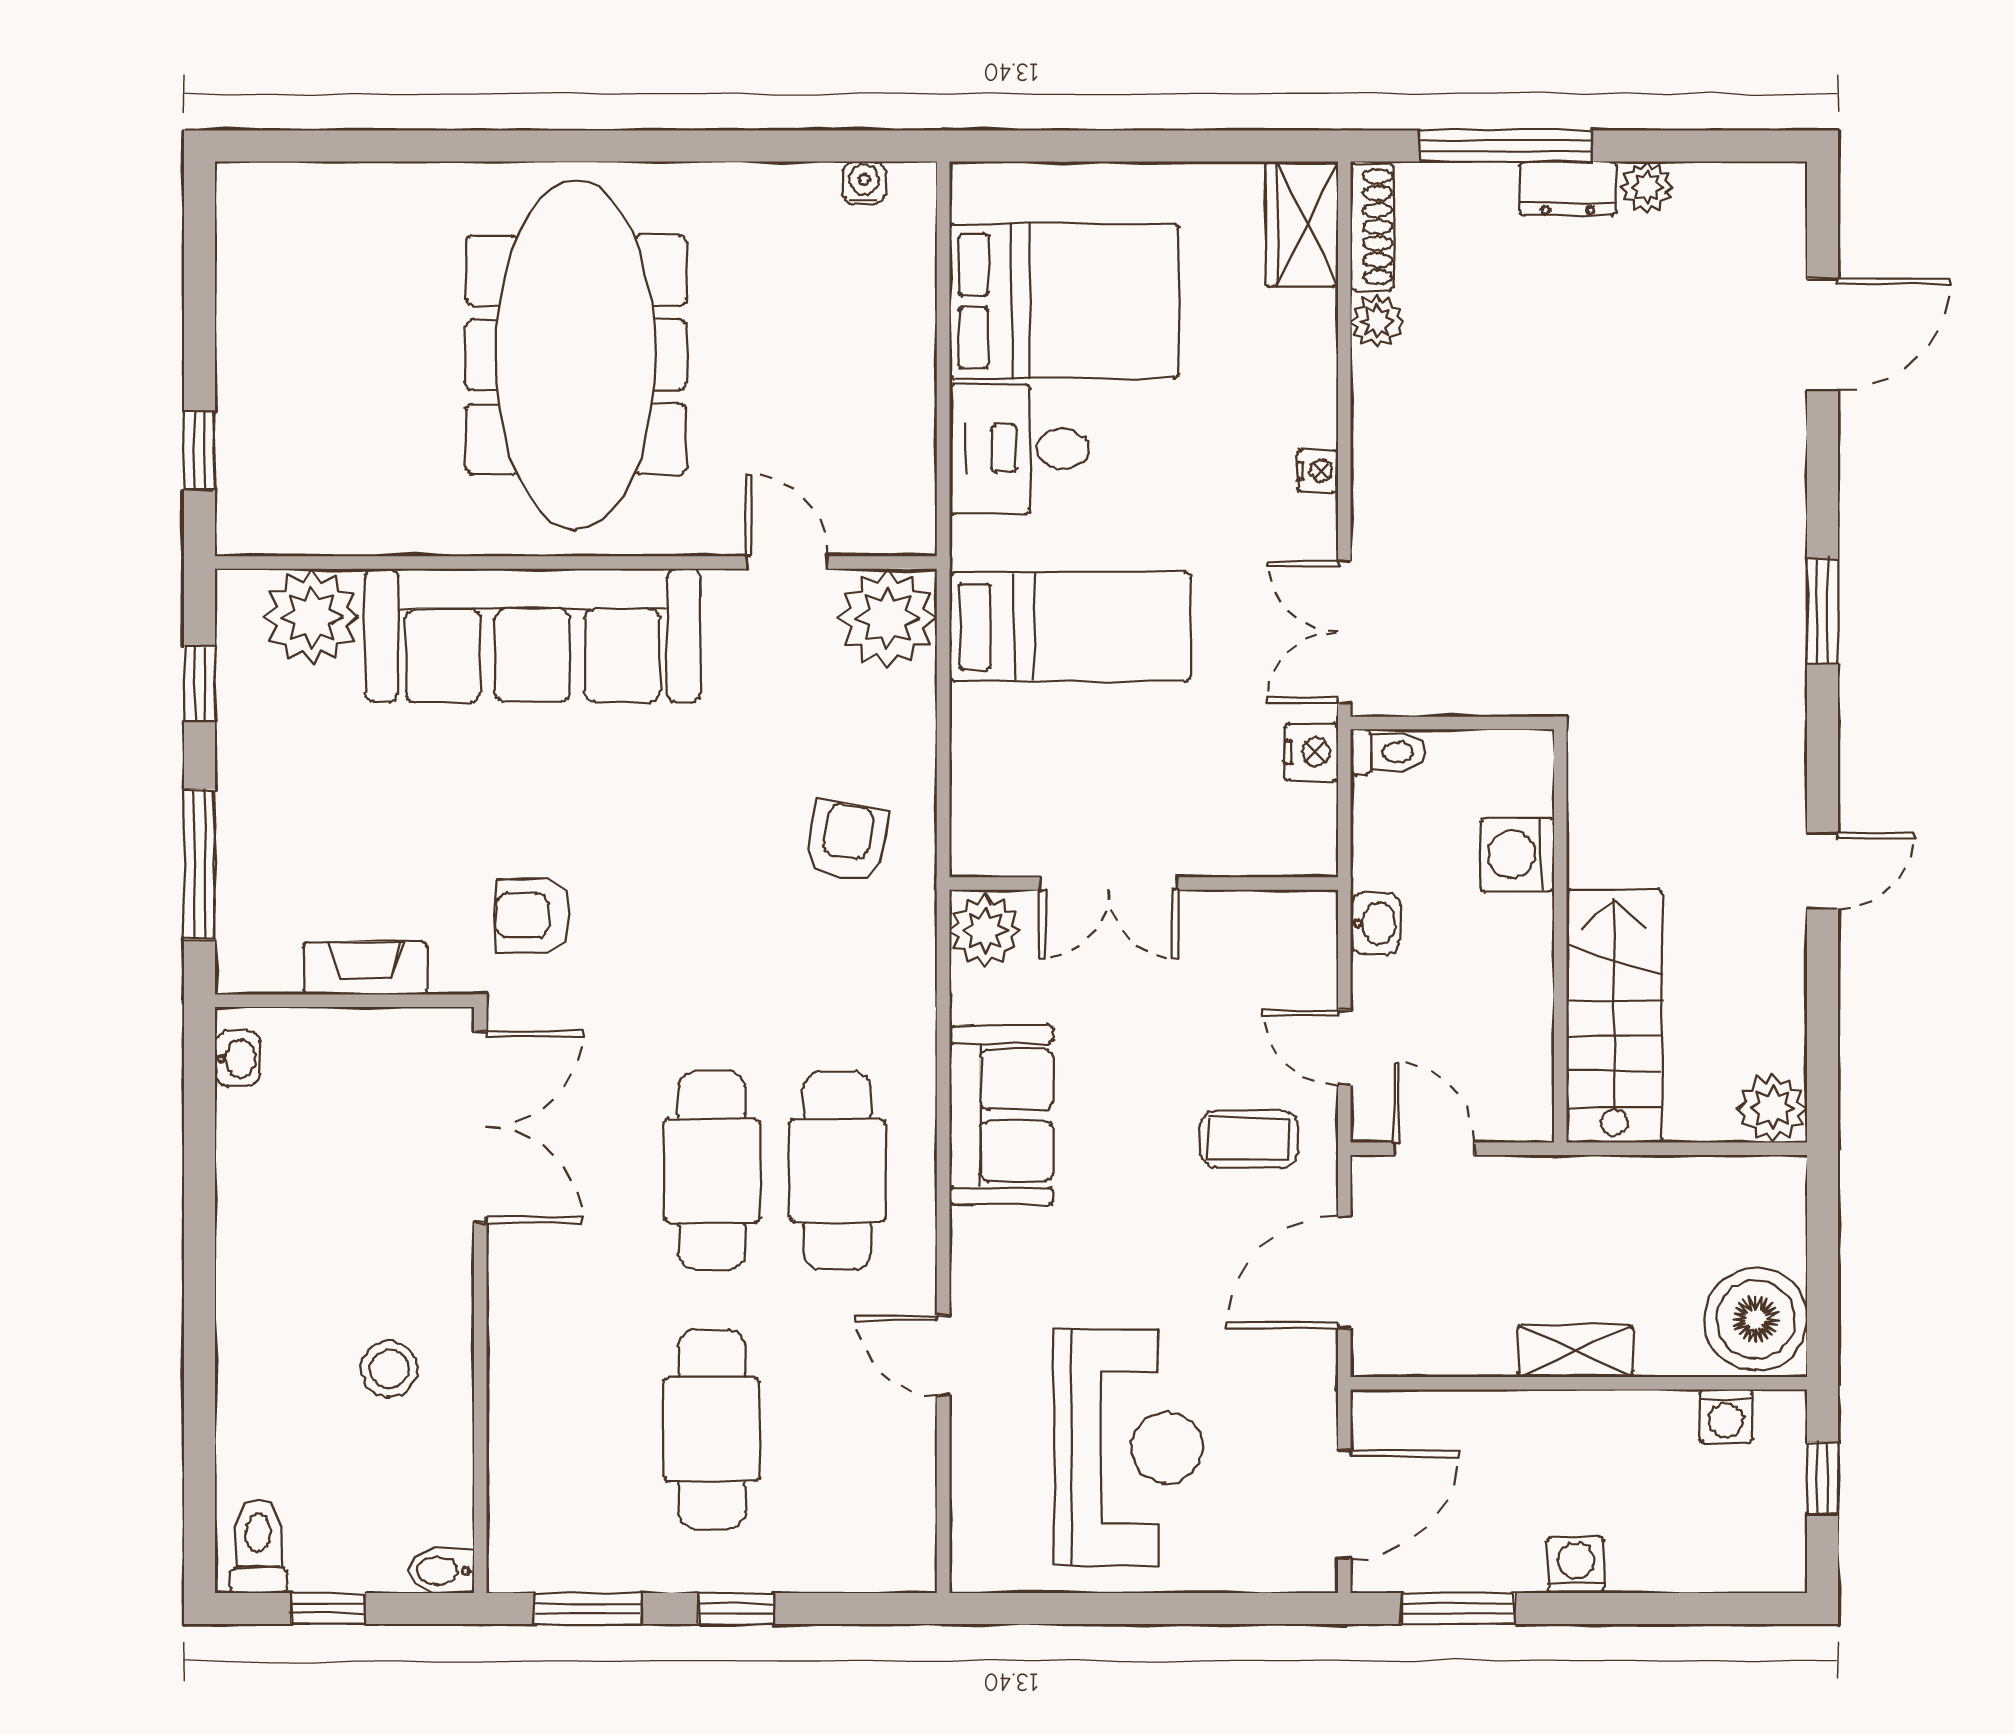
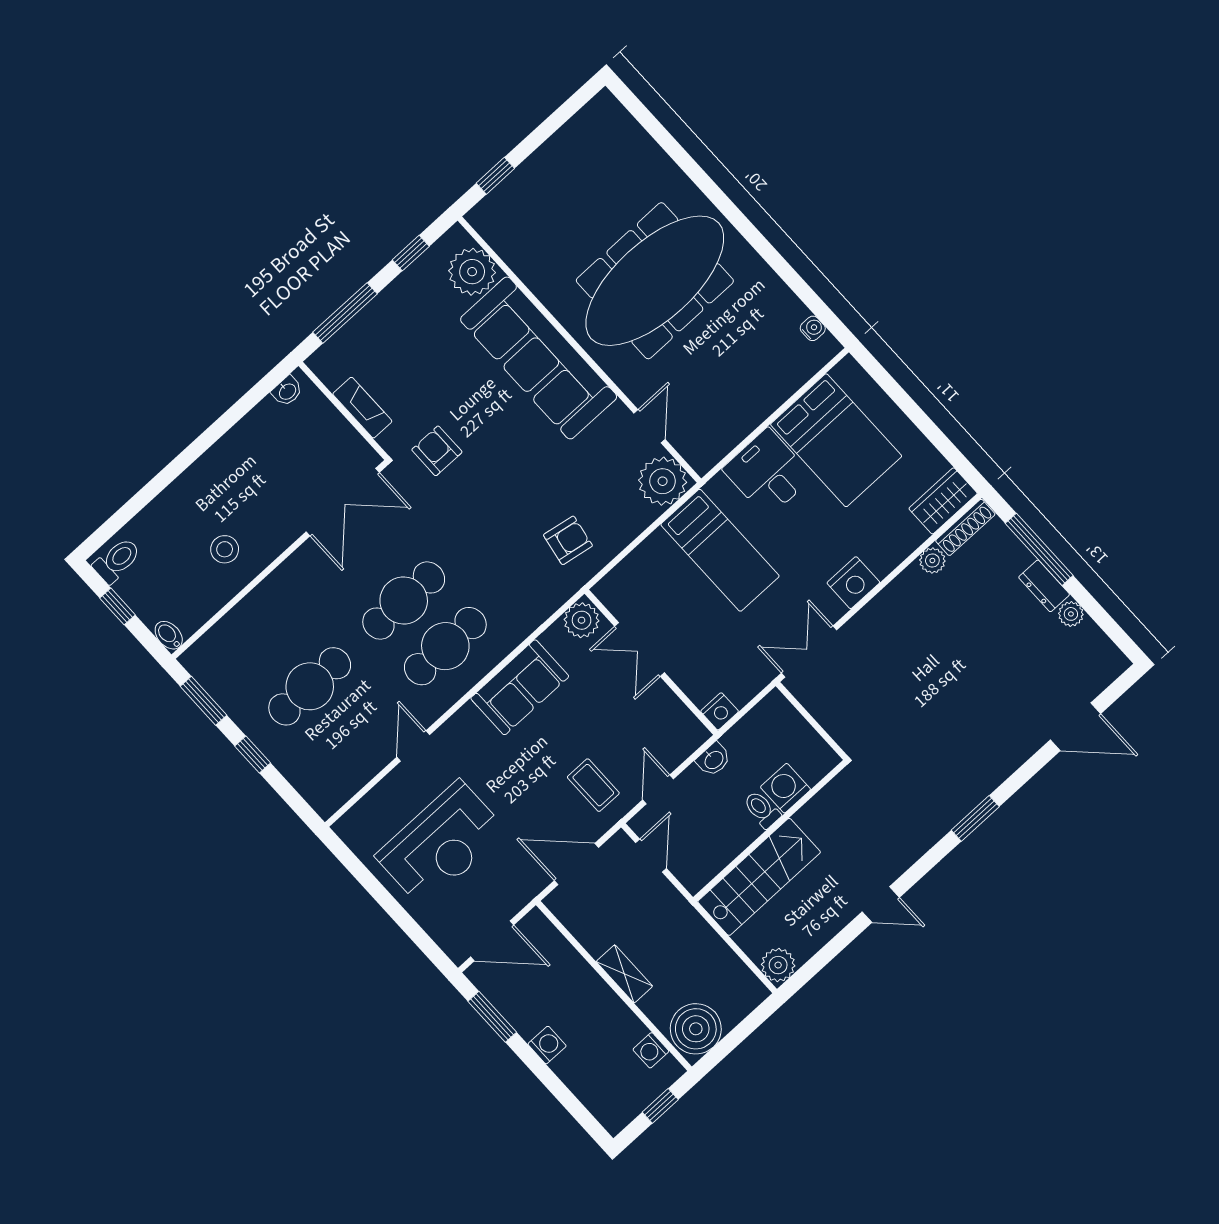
nightstand: (1318, 471) -> (853, 583), width x1.89, depth x1.79
nightstand: (1311, 752) -> (720, 711), moved
toilet: (1388, 752) -> (762, 809), moved, turned 180

